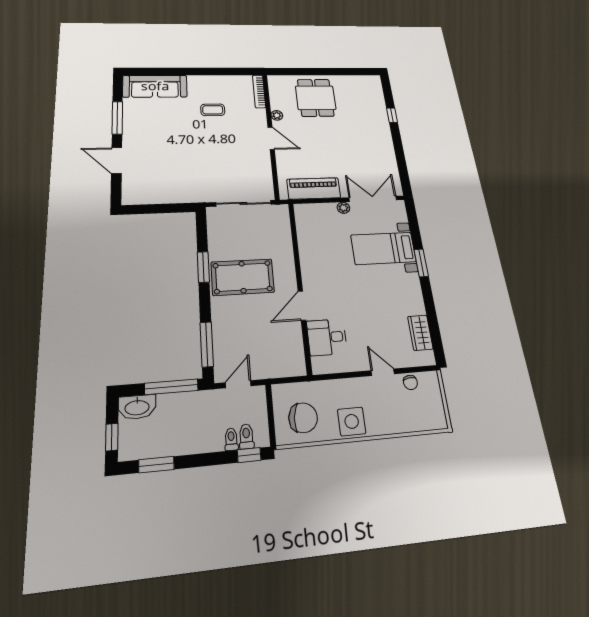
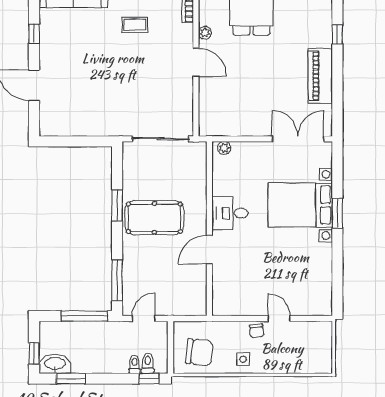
window: (117, 118) -> (34, 34), width x0.46
piano: (314, 188) -> (320, 76), moved, turned -90
plant: (343, 208) -> (224, 148), moved
bed with nightstands: (383, 248) -> (300, 205), width x1.36
wardrobe: (420, 333) -> (323, 284), removed
desk: (327, 337) -> (230, 213), moved
chair: (410, 382) -> (257, 331), moved
washbasin: (137, 407) -> (55, 364), moved, turned 180
side table: (352, 421) -> (243, 359), width x0.54, depth x0.54

